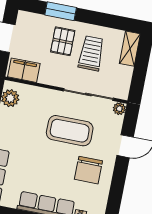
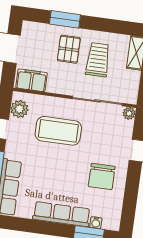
coffee table: (70, 131) -> (58, 131), moved

